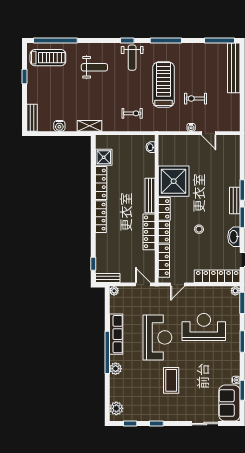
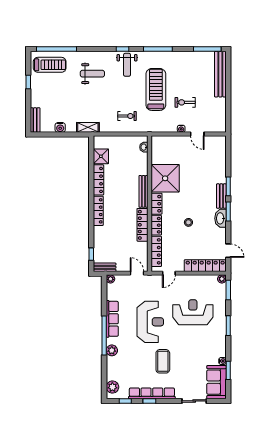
washbasin: (234, 237) -> (220, 218), moved
row of seats: (159, 415) -> (152, 393), added

